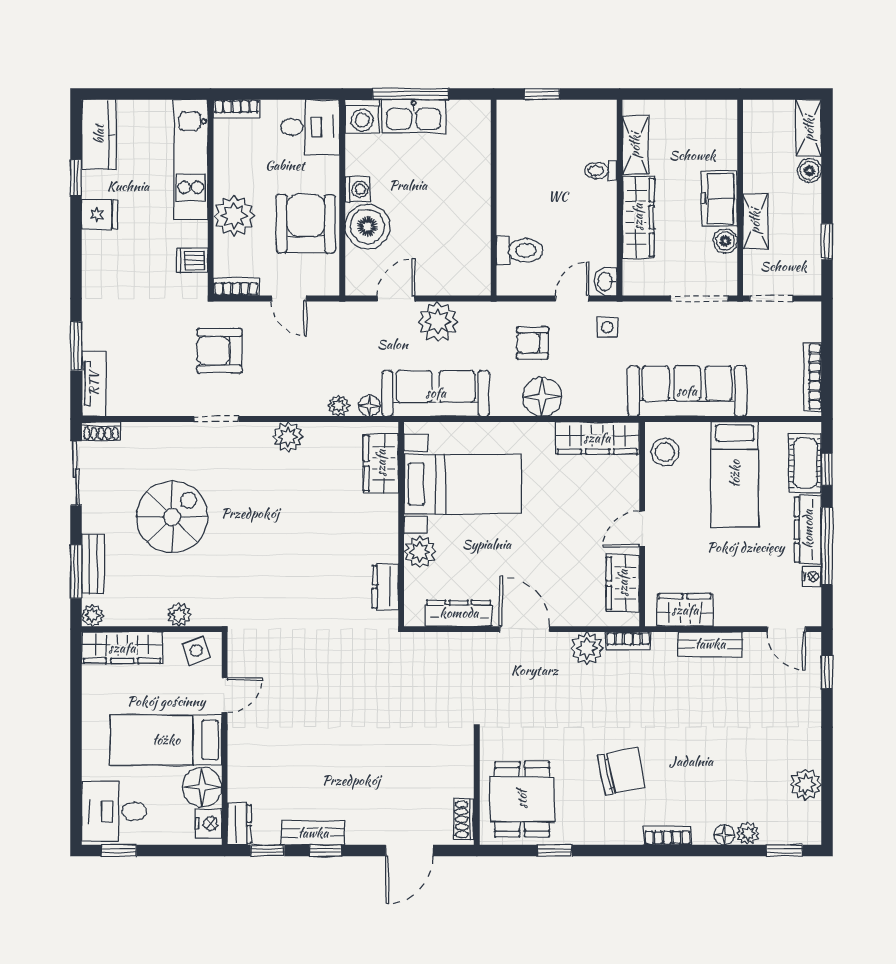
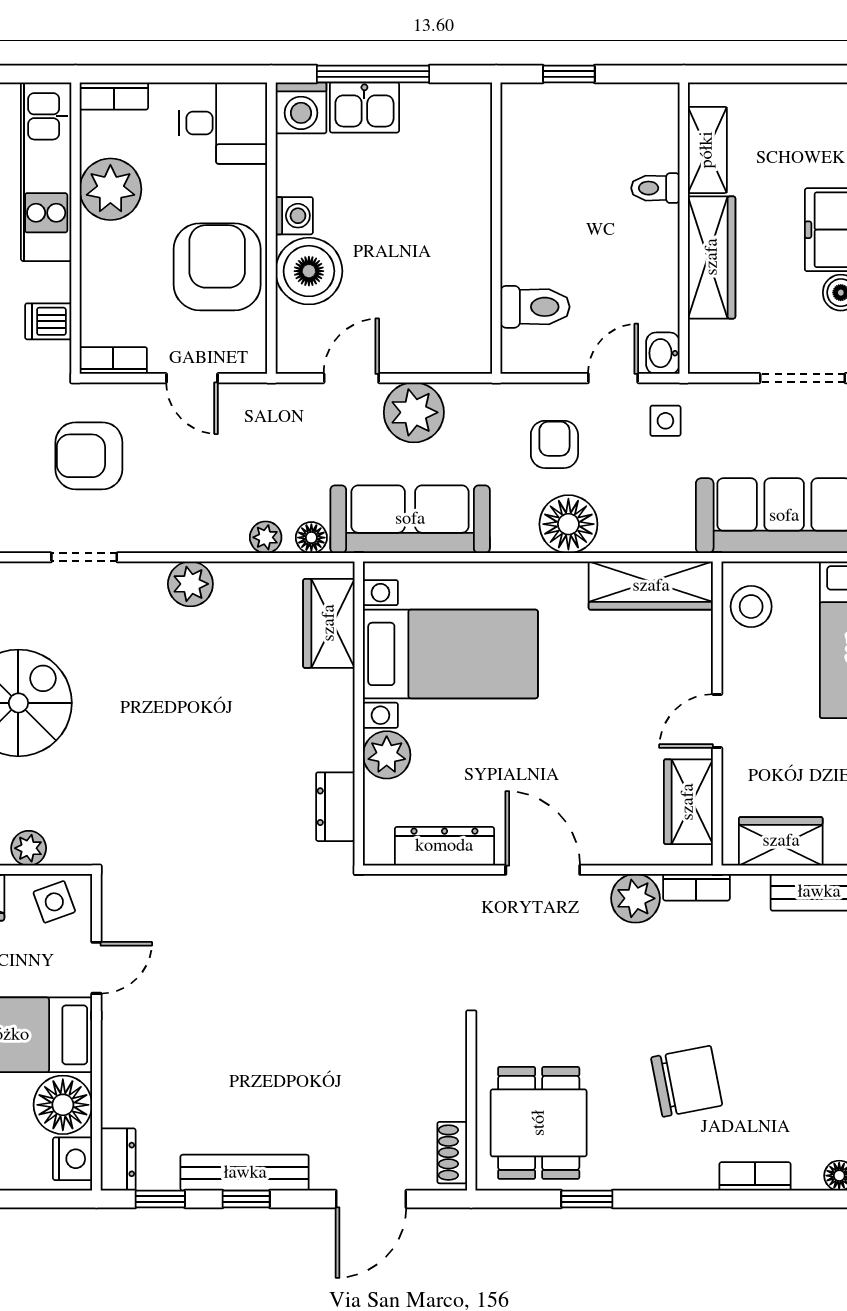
kitchen sink: (414, 116) -> (364, 107), width x0.73
plant: (234, 216) -> (110, 189), moved
armchair: (533, 343) -> (554, 444), turned 90
bench: (313, 833) -> (245, 1173), width x1.36

